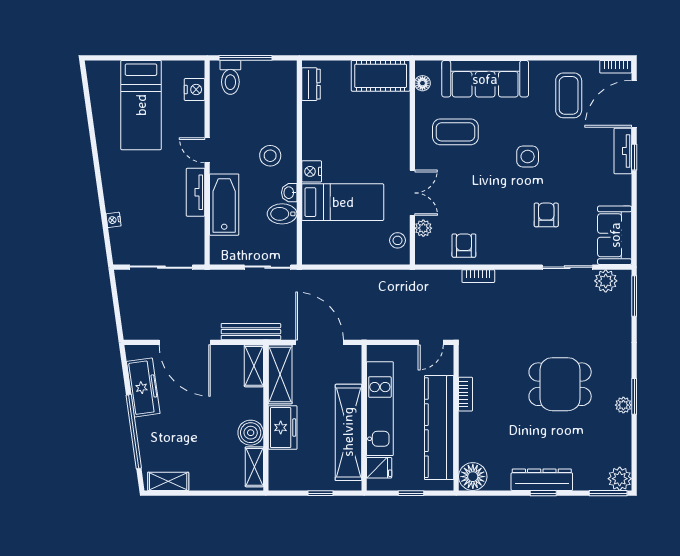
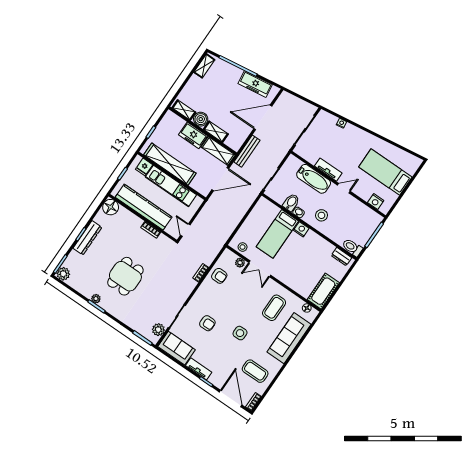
toilet: (230, 77) -> (352, 247), moved
tv unit: (623, 151) -> (199, 369), moved
shelving: (254, 366) -> (216, 132), moved

